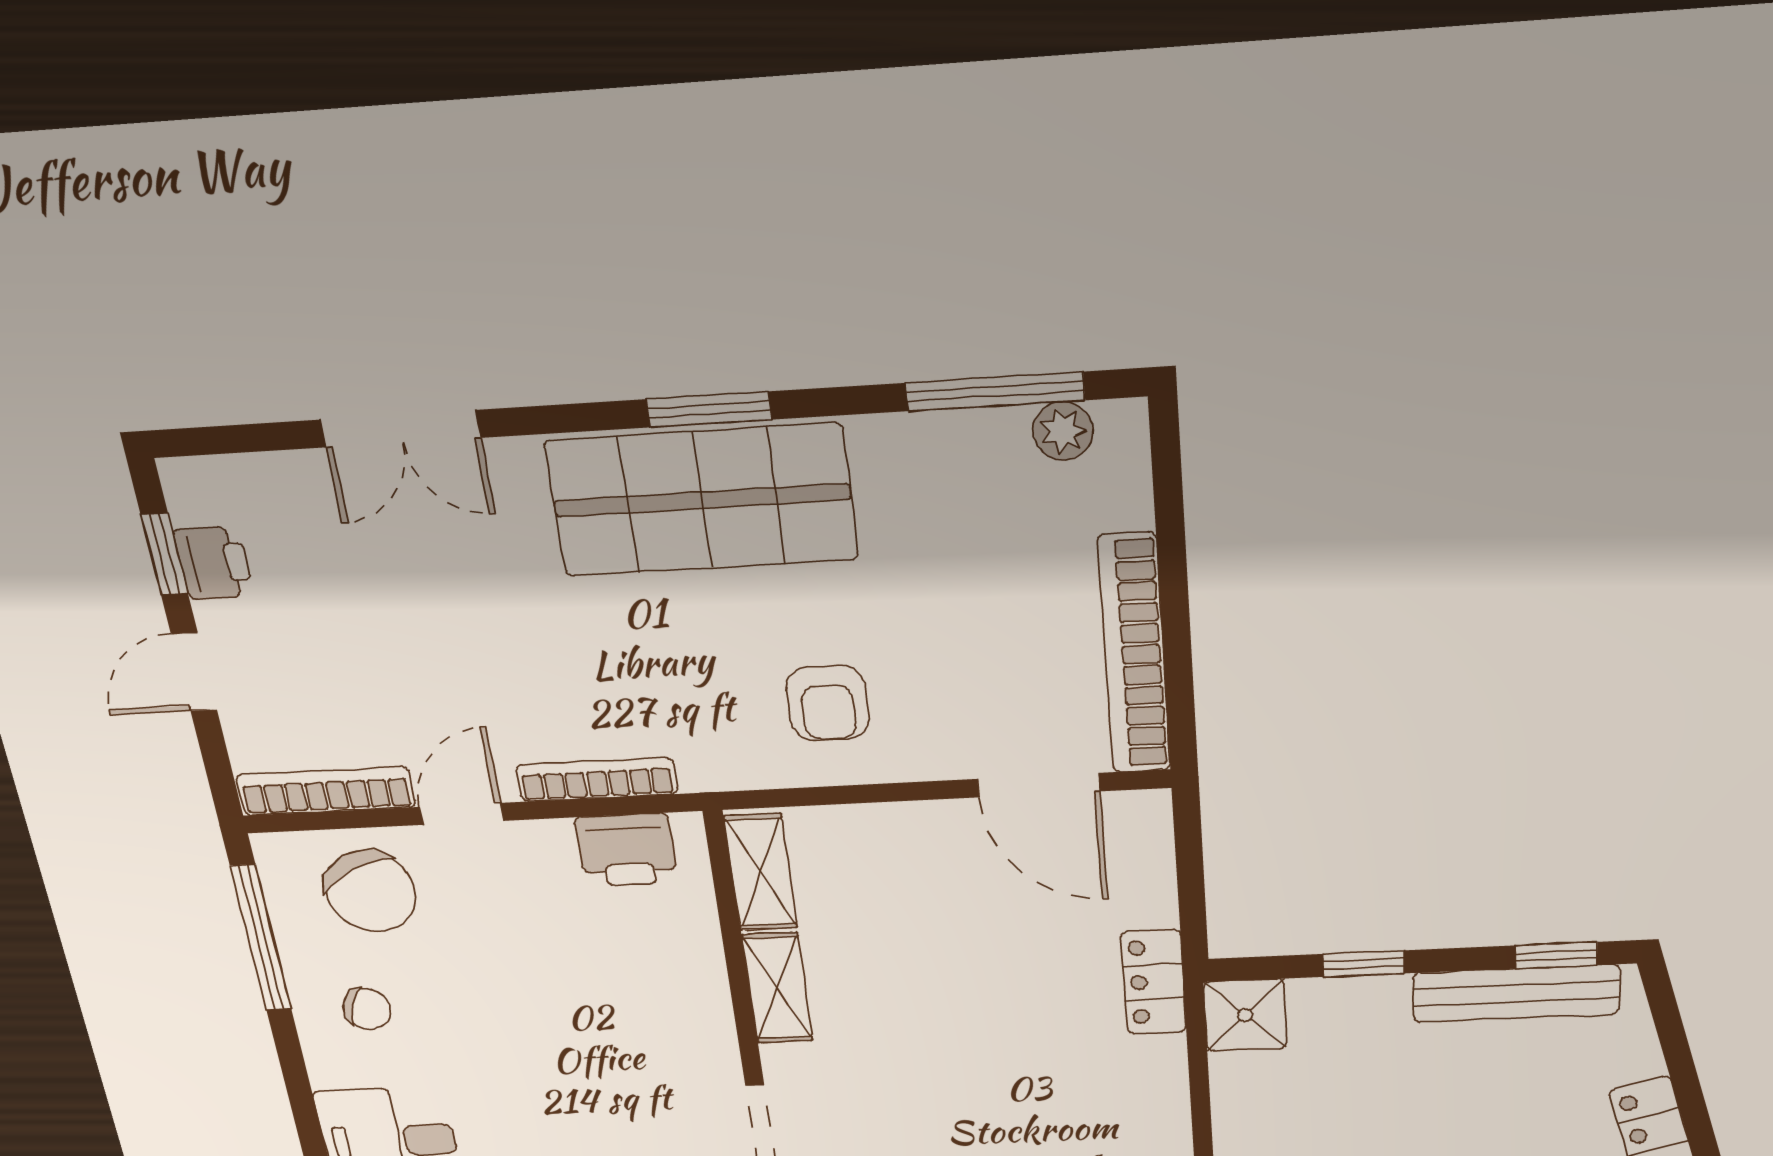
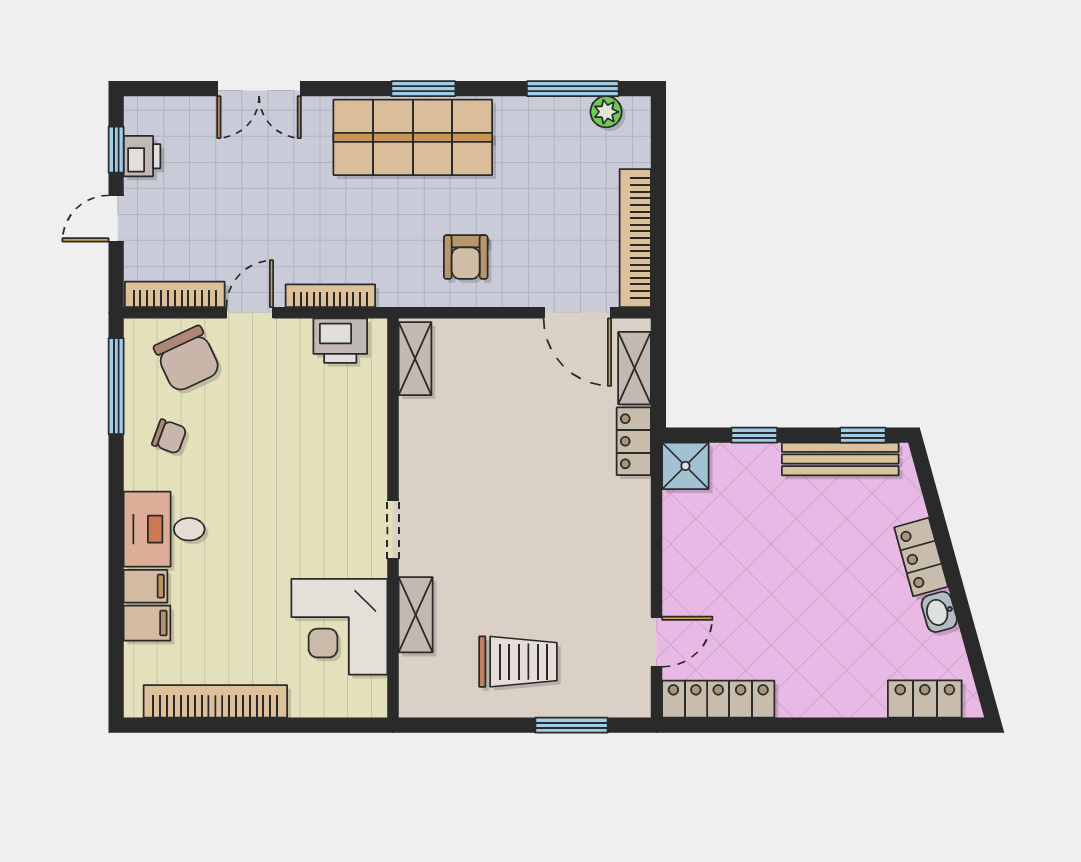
shelving: (777, 988) -> (635, 368), moved

